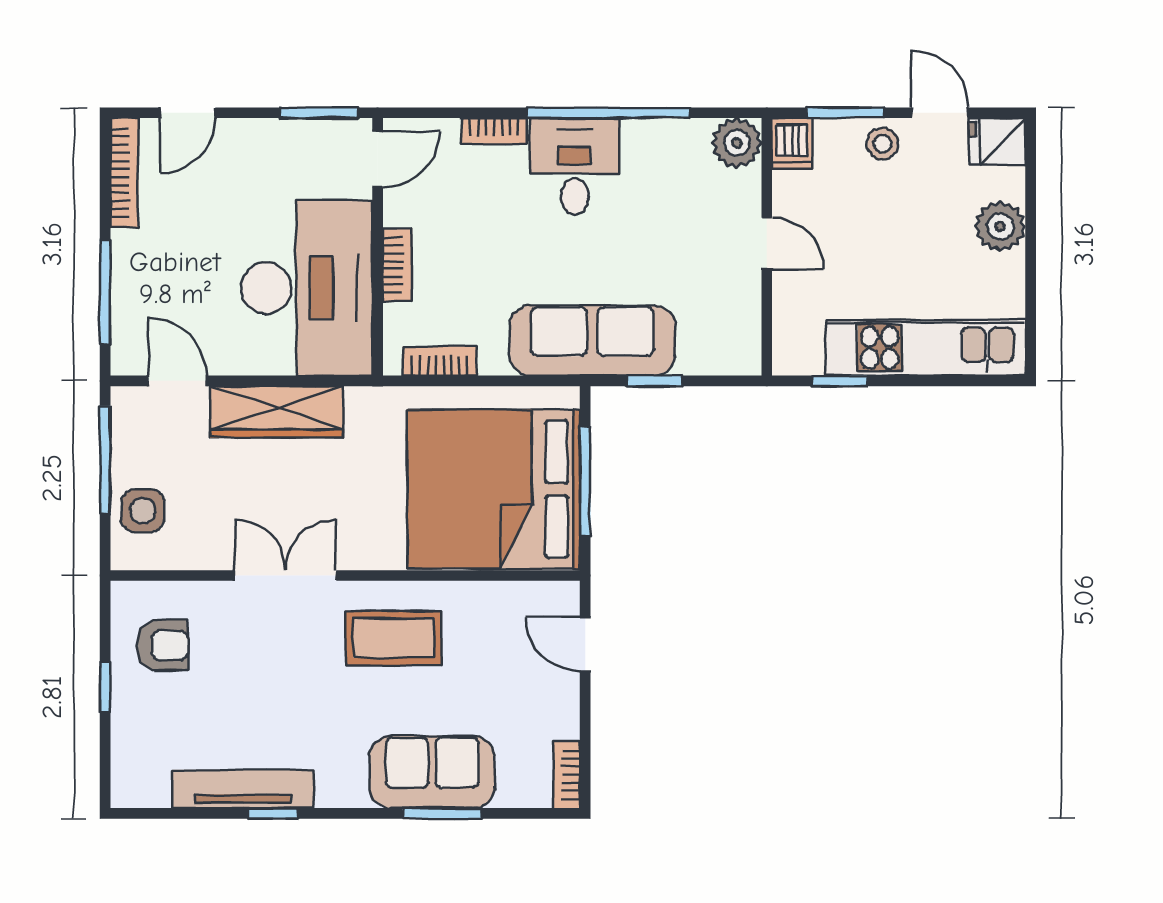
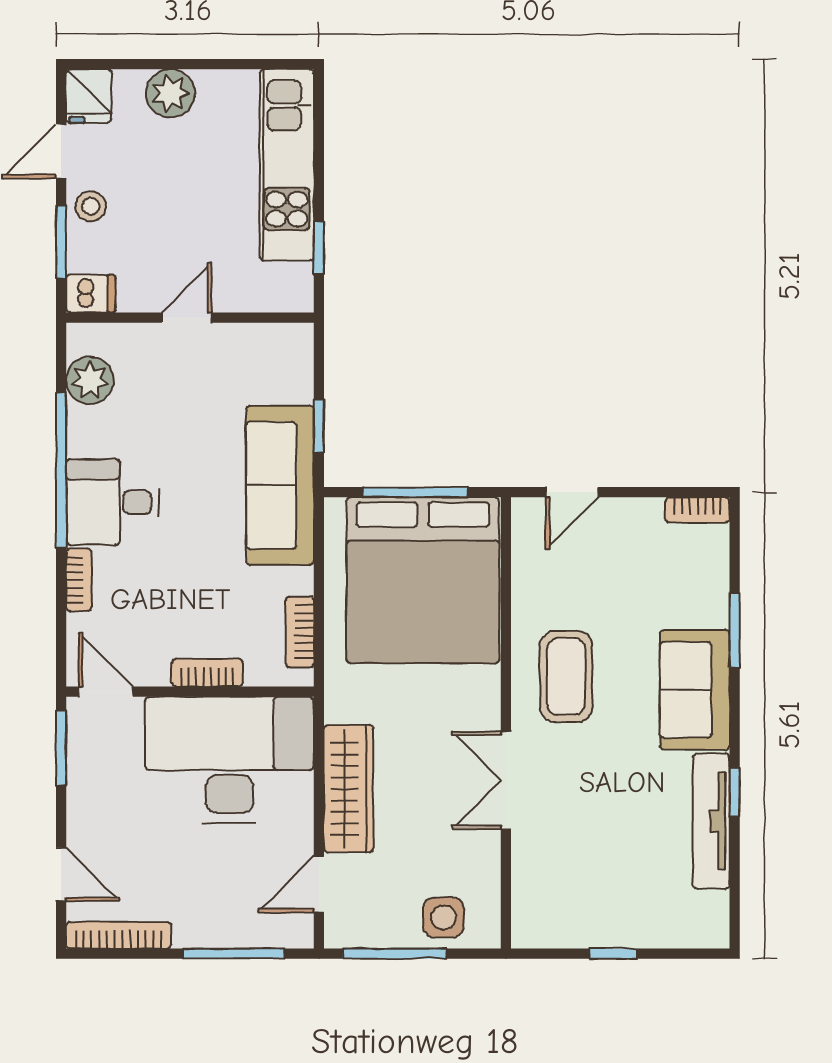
plant: (737, 143) -> (90, 380), moved
armchair: (163, 645) -> (573, 898), removed
sofa: (432, 772) -> (695, 690), moved

